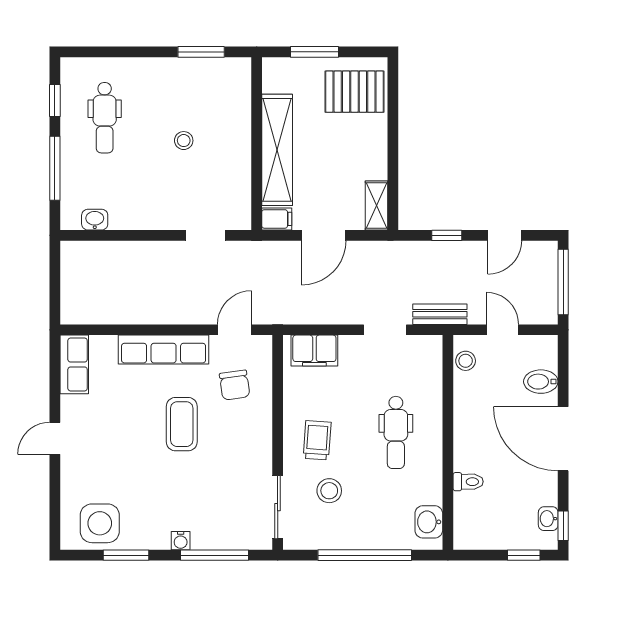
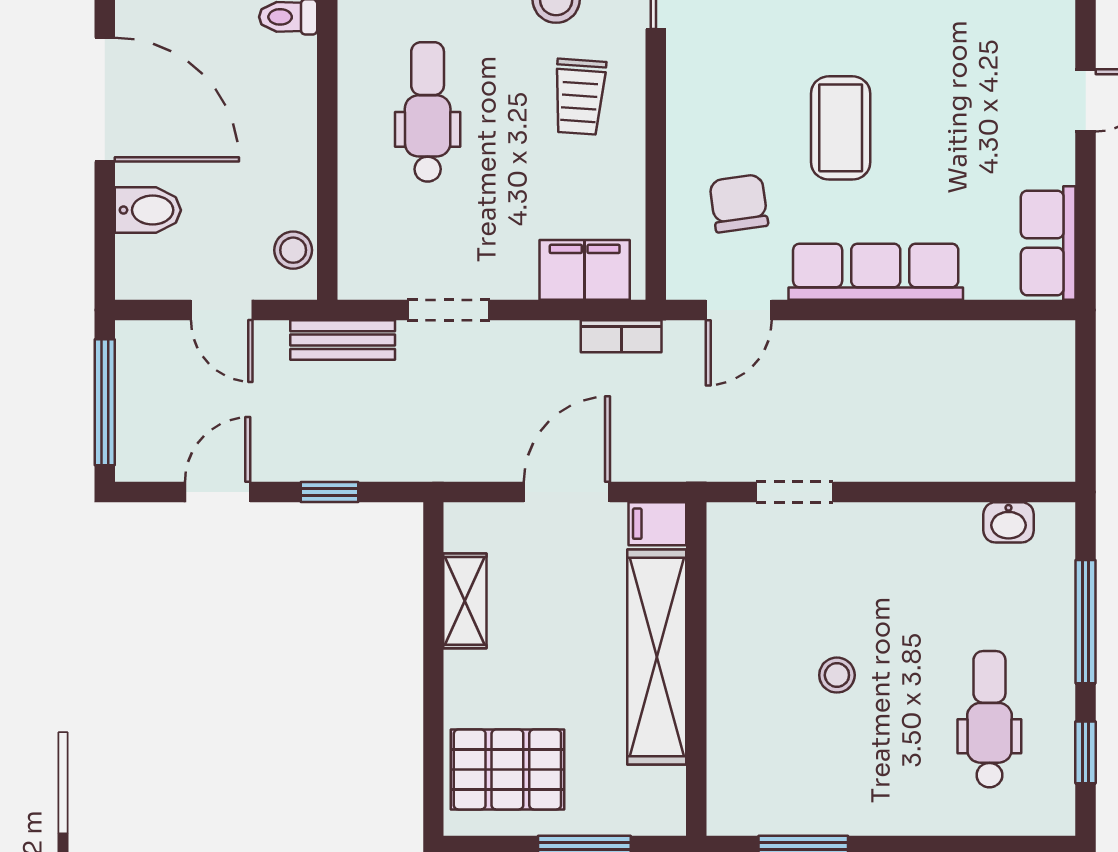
shelving: (377, 206) -> (465, 601), moved
bookcase: (296, 316) -> (621, 336), added

